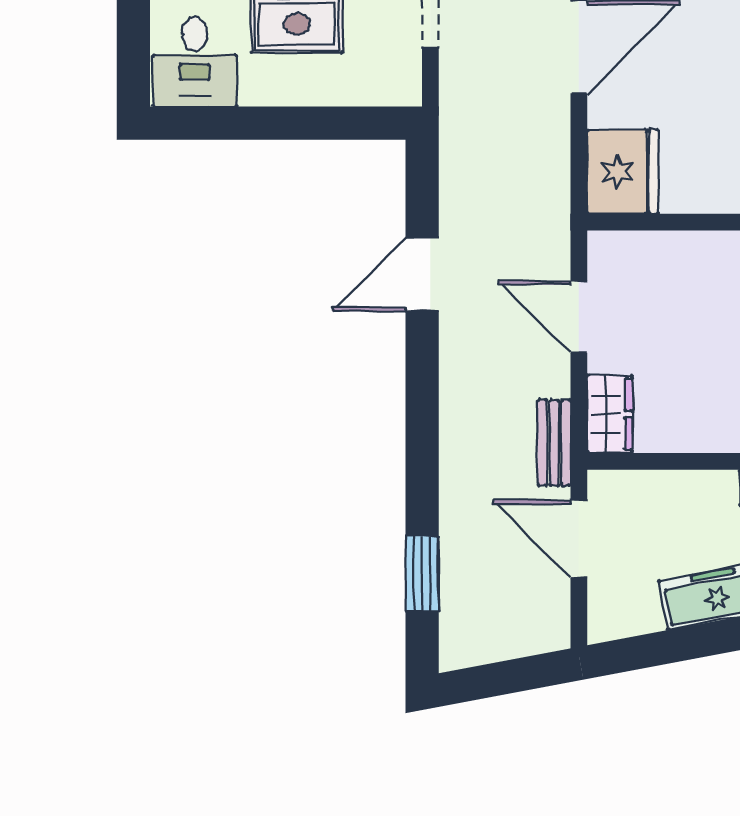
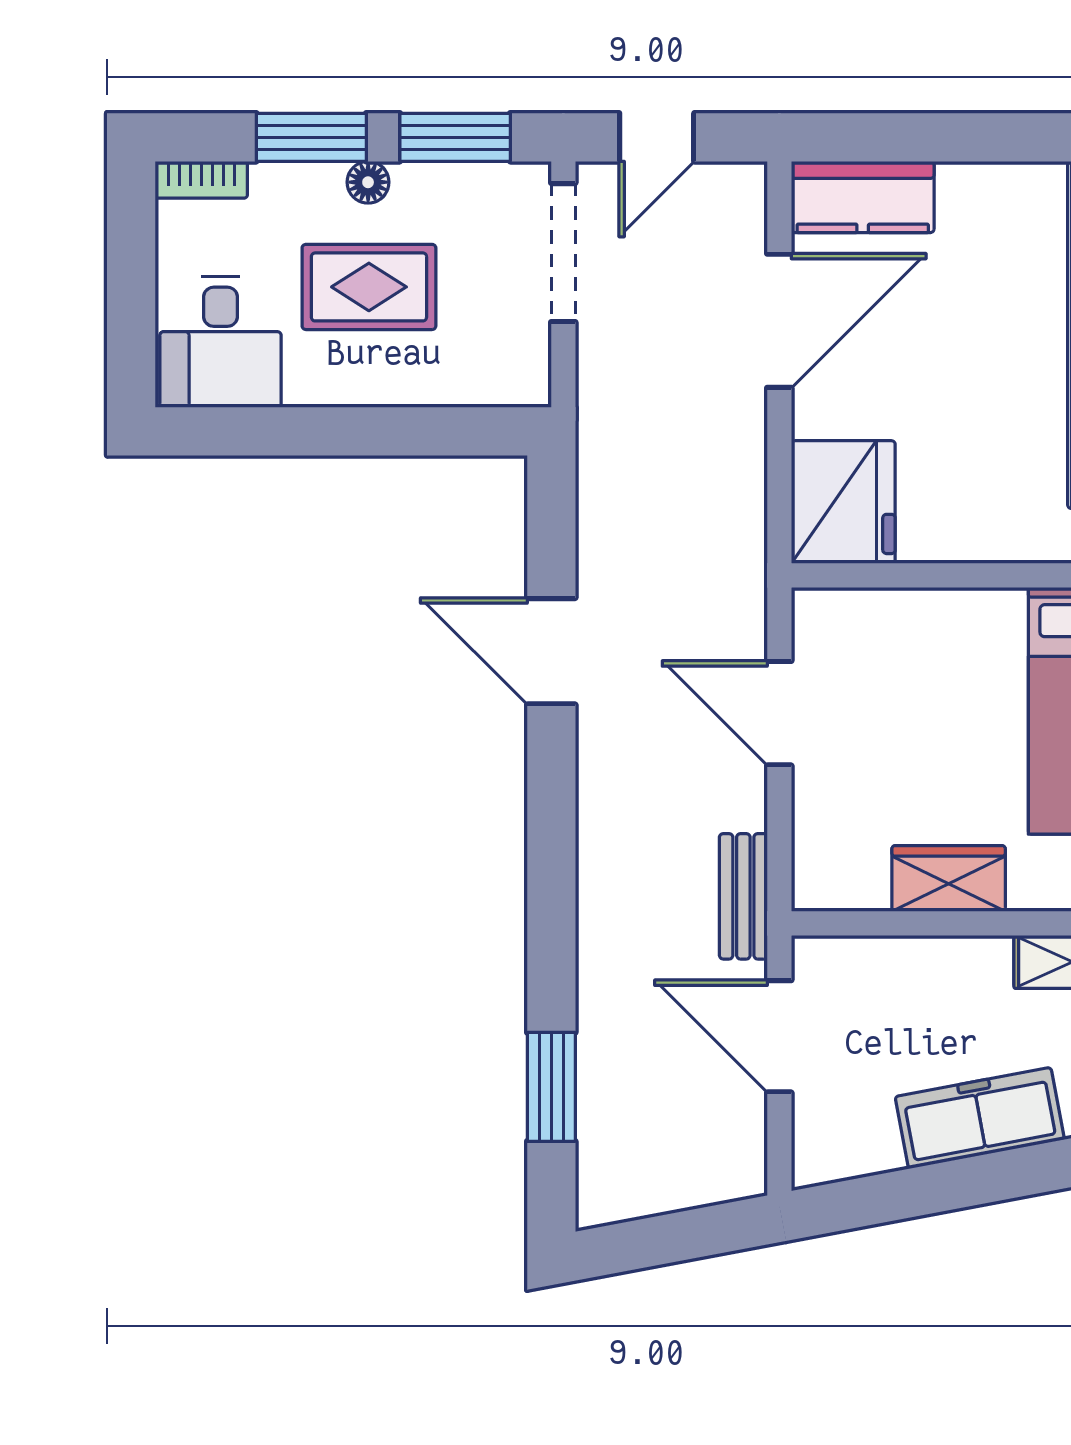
door: (422, 274) -> (551, 651), hinge flipped
wardrobe: (610, 414) -> (949, 879), moved, turned -90

